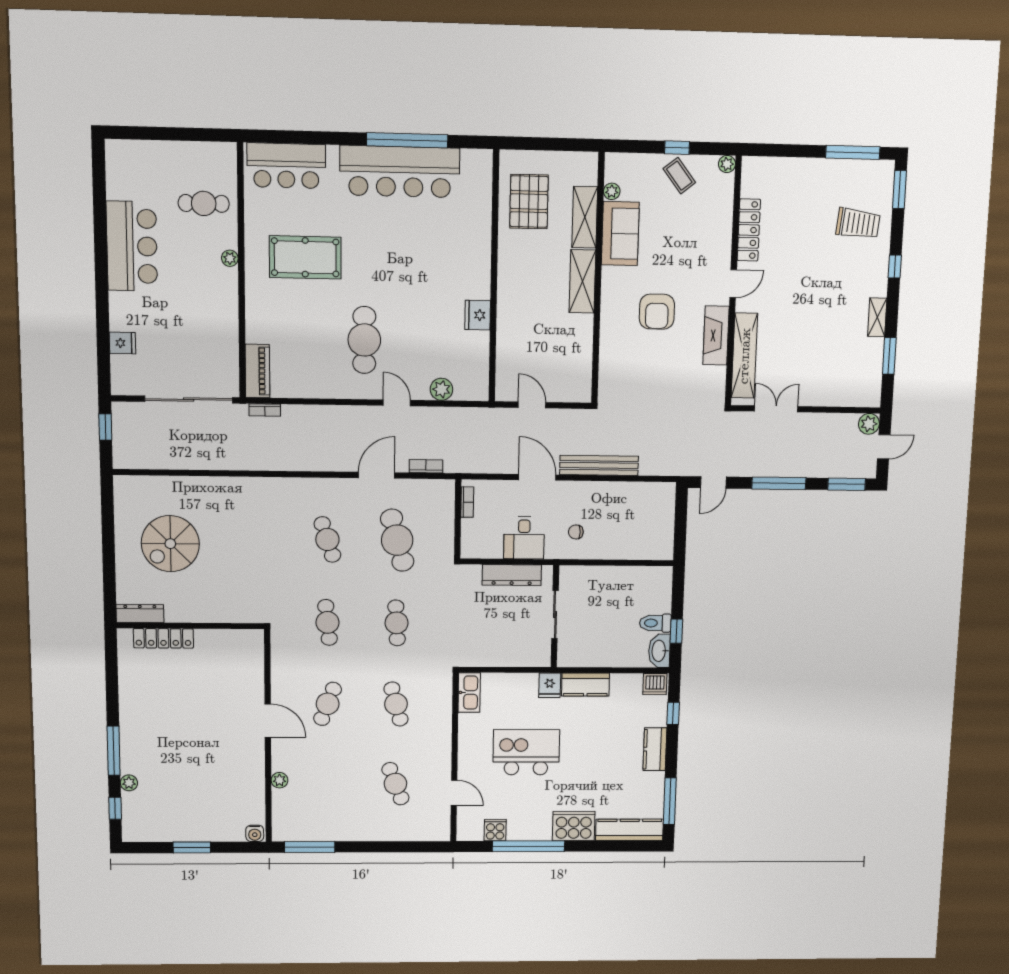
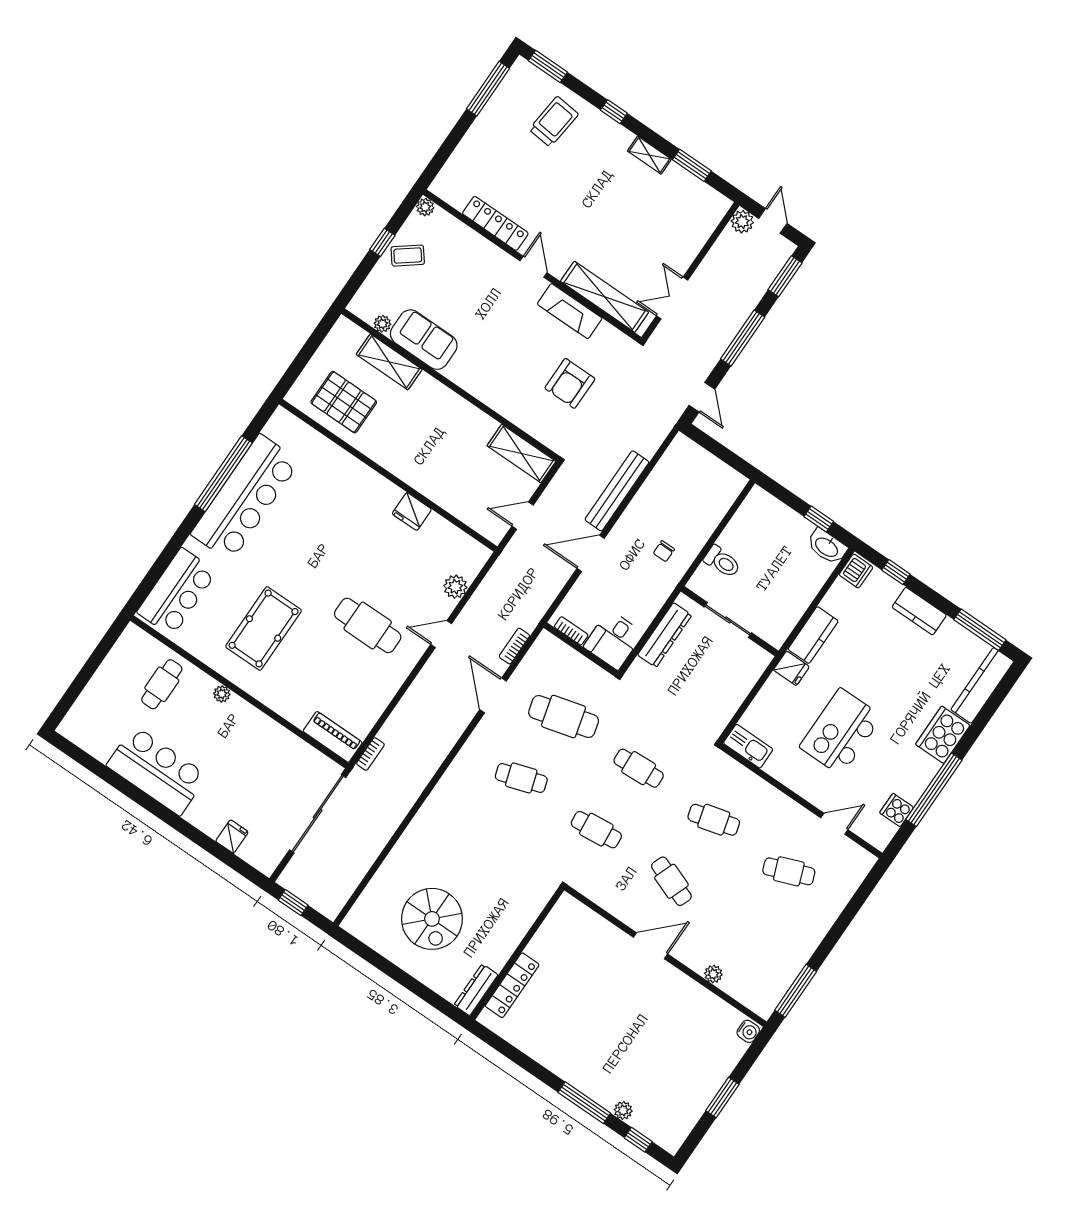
shelving: (582, 281) -> (521, 453), moved
armchair: (657, 312) -> (570, 383), moved, turned 90
desk: (524, 538) -> (613, 640), moved, turned 90
toilet: (655, 623) -> (722, 562), moved, turned -90

